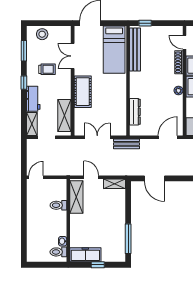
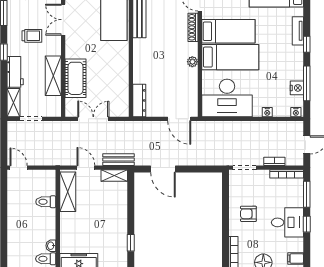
cot: (83, 92) -> (76, 78), moved
dresser: (135, 112) -> (139, 100), moved
shelving: (64, 116) -> (53, 76), moved
door: (168, 137) -> (179, 119), swing flipped
bench: (127, 144) -> (118, 160), moved
door: (36, 177) -> (19, 168), hinge flipped
window: (128, 239) -> (131, 243), width x0.46

